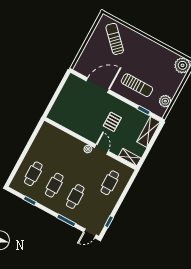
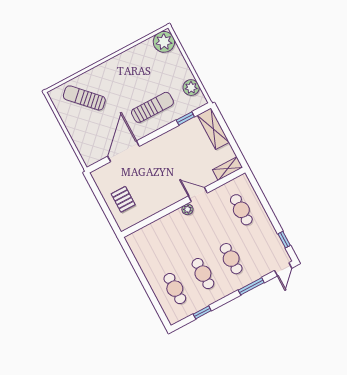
pallet: (112, 122) -> (123, 199), moved

